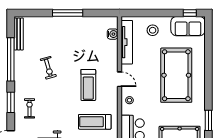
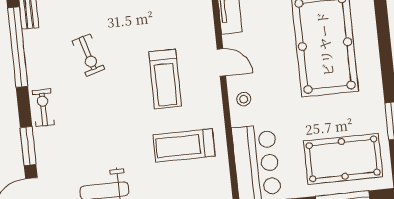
window: (11, 102) -> (28, 146), moved
exercise bike: (29, 108) -> (43, 108), moved

